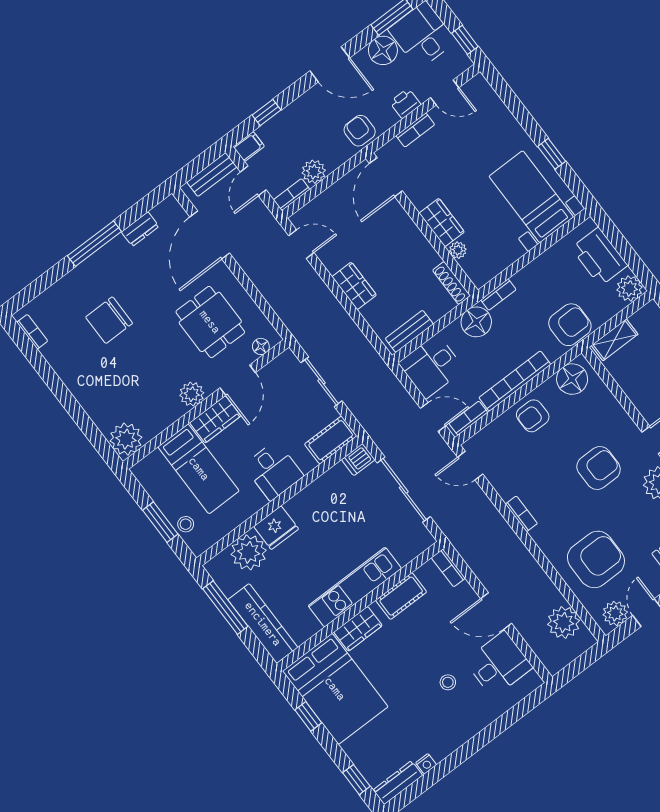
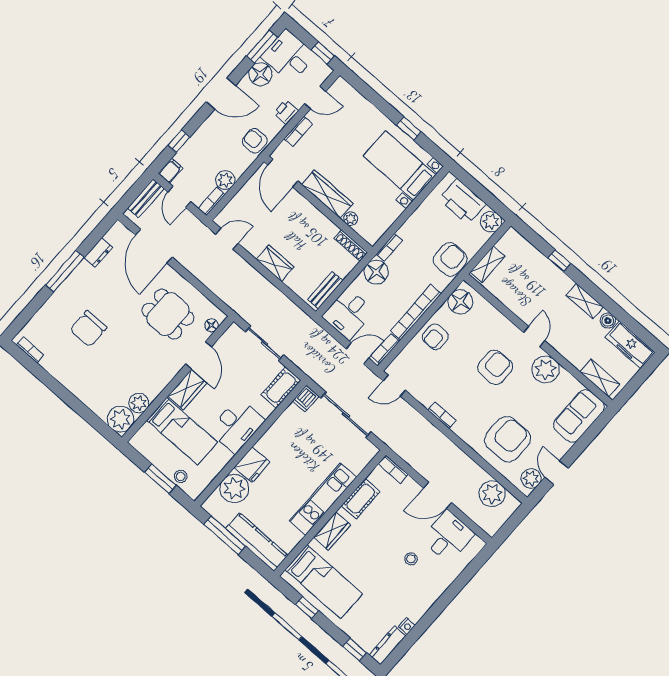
wardrobe: (442, 223) -> (327, 194), width x1.50
plant: (192, 394) -> (139, 403), moved
desk: (274, 471) -> (237, 425), width x1.37
bed: (335, 689) -> (324, 582), width x0.67

